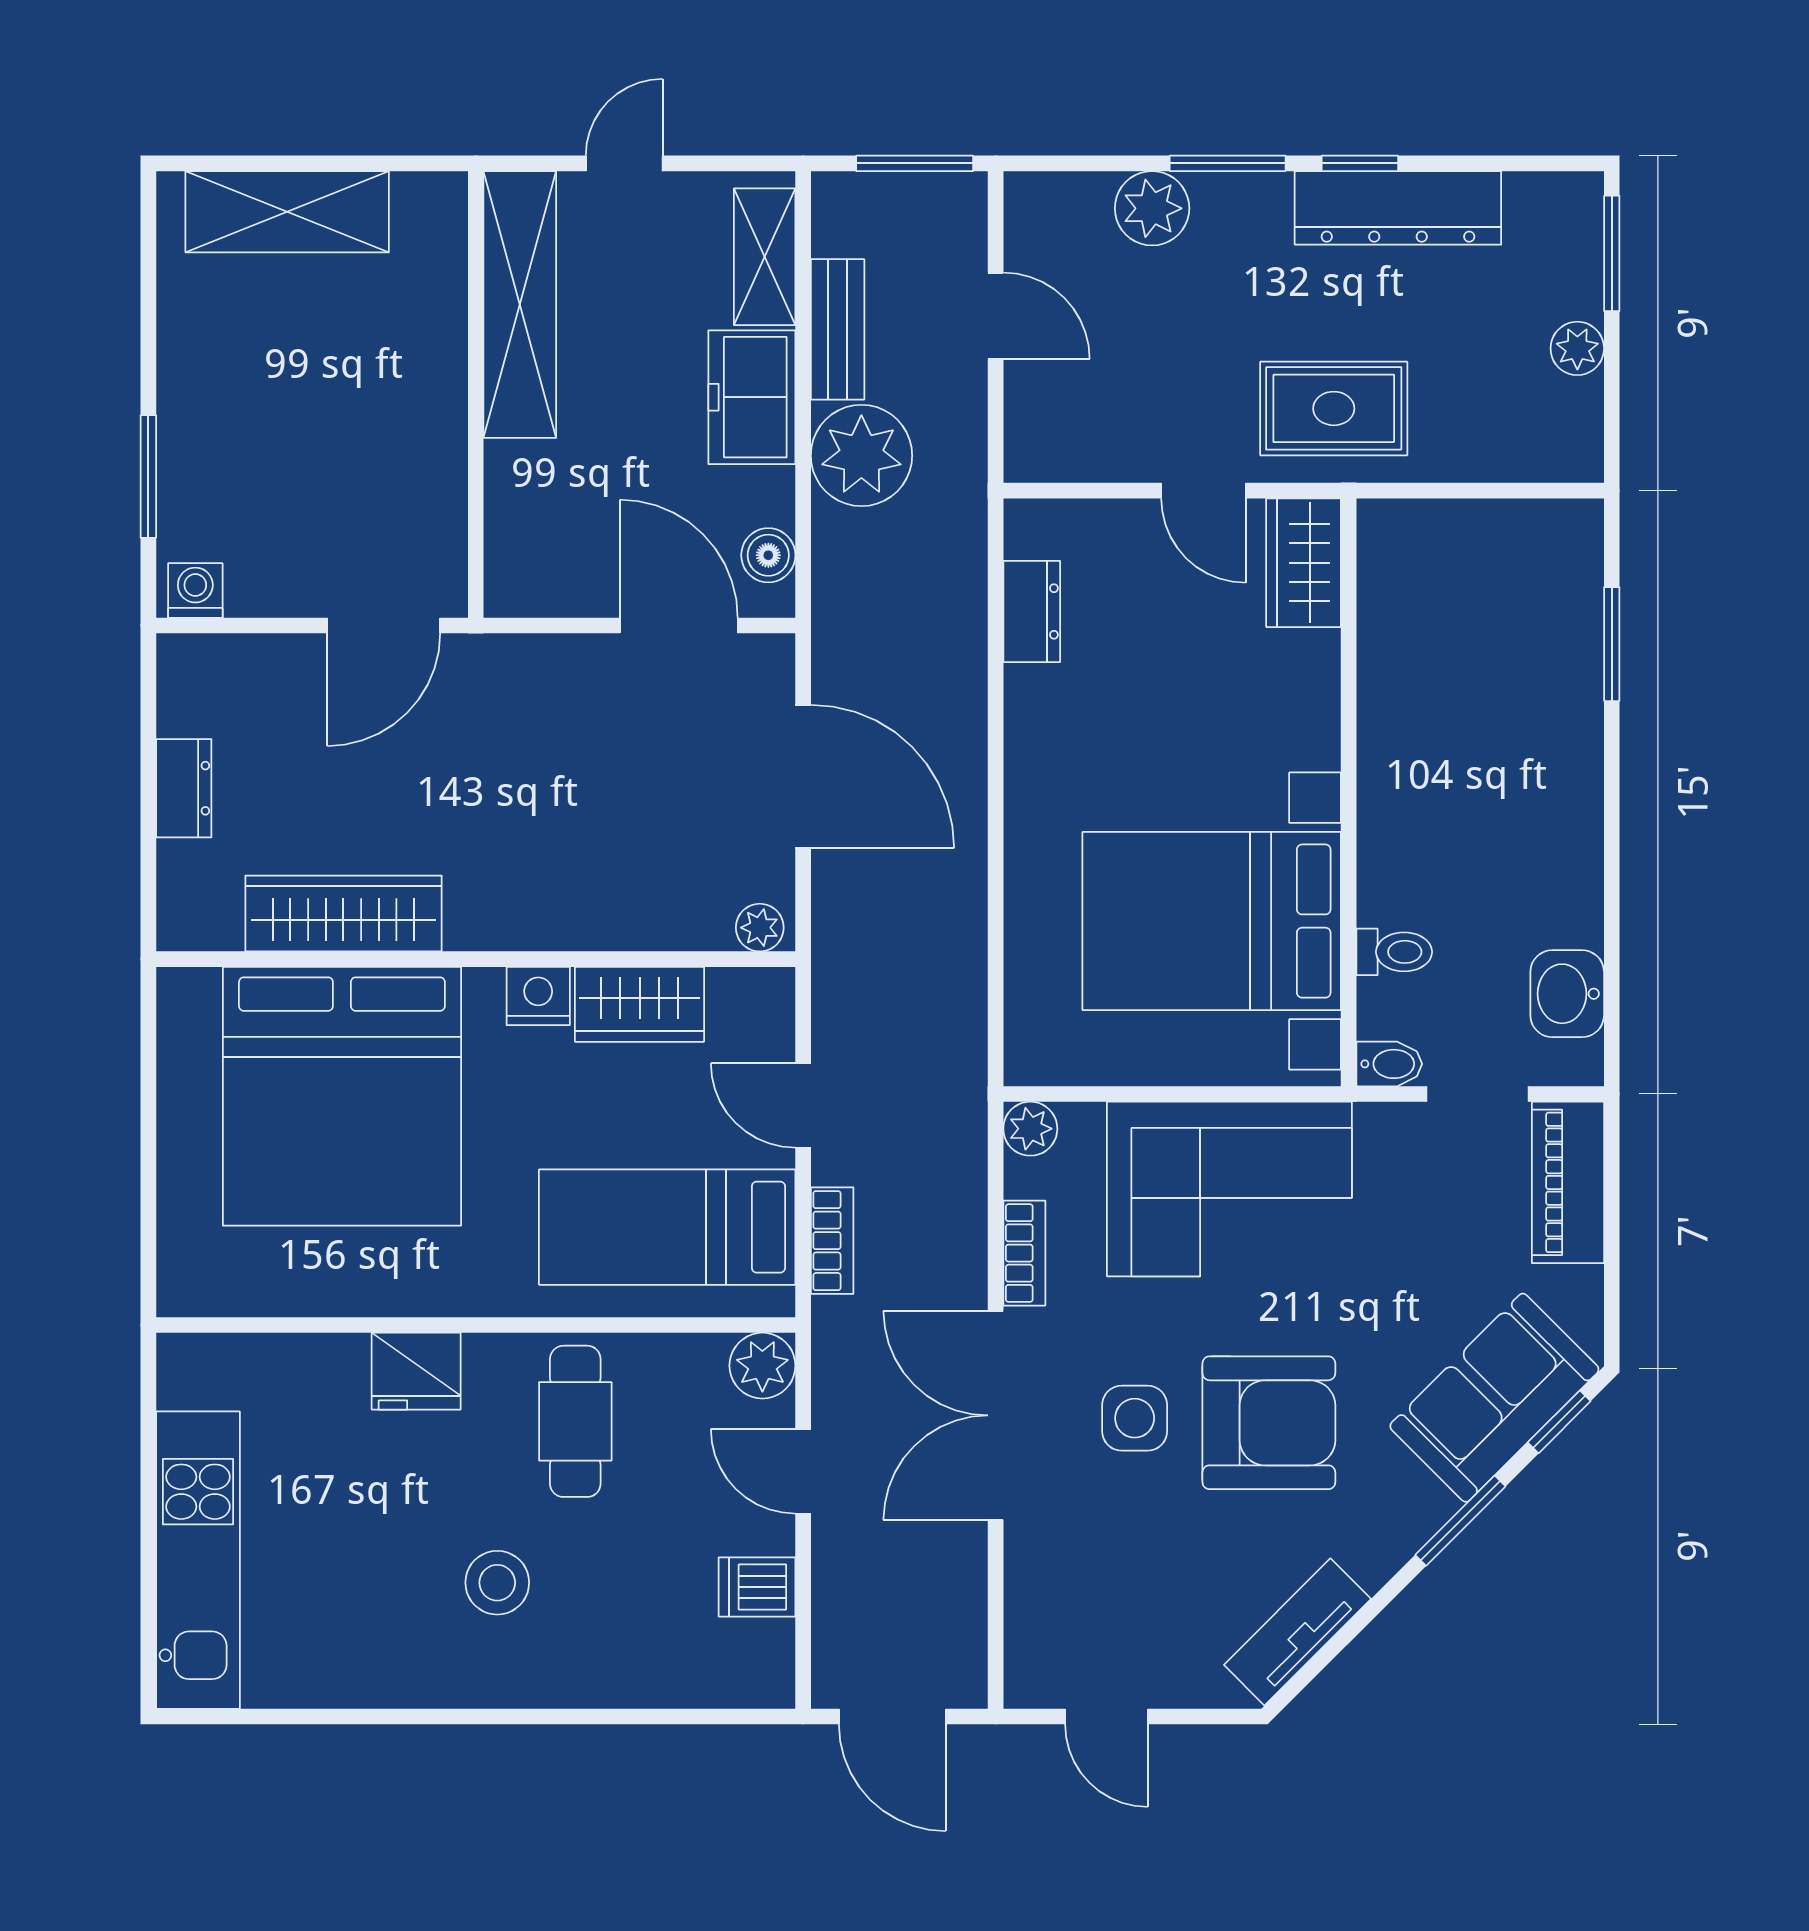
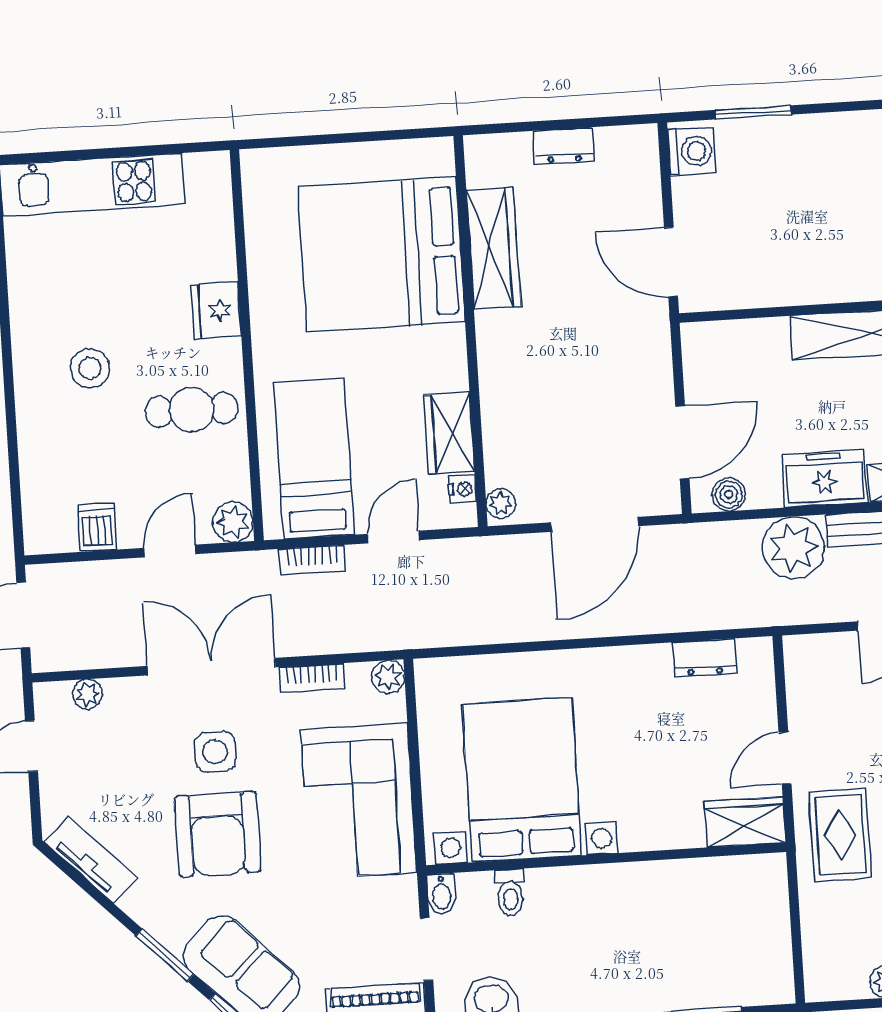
washing machine: (195, 590) -> (692, 151), width x1.38, depth x1.38
nightstand: (538, 996) -> (462, 489), moved, width x0.72, depth x0.74
plant: (1028, 1620) -> (87, 694), added

